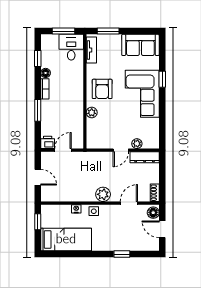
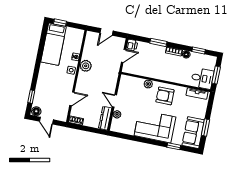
window: (108, 31) -> (205, 127), moved
window: (162, 79) -> (174, 146), moved
door: (63, 150) -> (124, 56), hinge flipped
plant: (103, 194) -> (86, 66), moved
door: (129, 203) -> (72, 99), hinge flipped
floor lamp: (153, 213) -> (36, 111), moved
window: (38, 222) -> (60, 23), moved
door: (162, 229) -> (46, 121), swing flipped
window: (122, 254) -> (31, 97), moved

